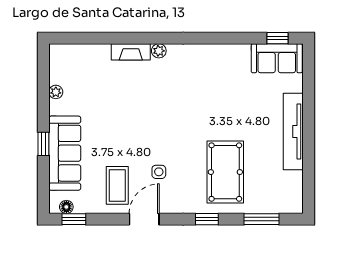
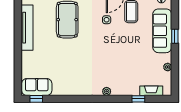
window: (105, 38) -> (138, 99), added
fireplace: (131, 52) -> (151, 91), moved
tv unit: (293, 131) -> (27, 28), moved

